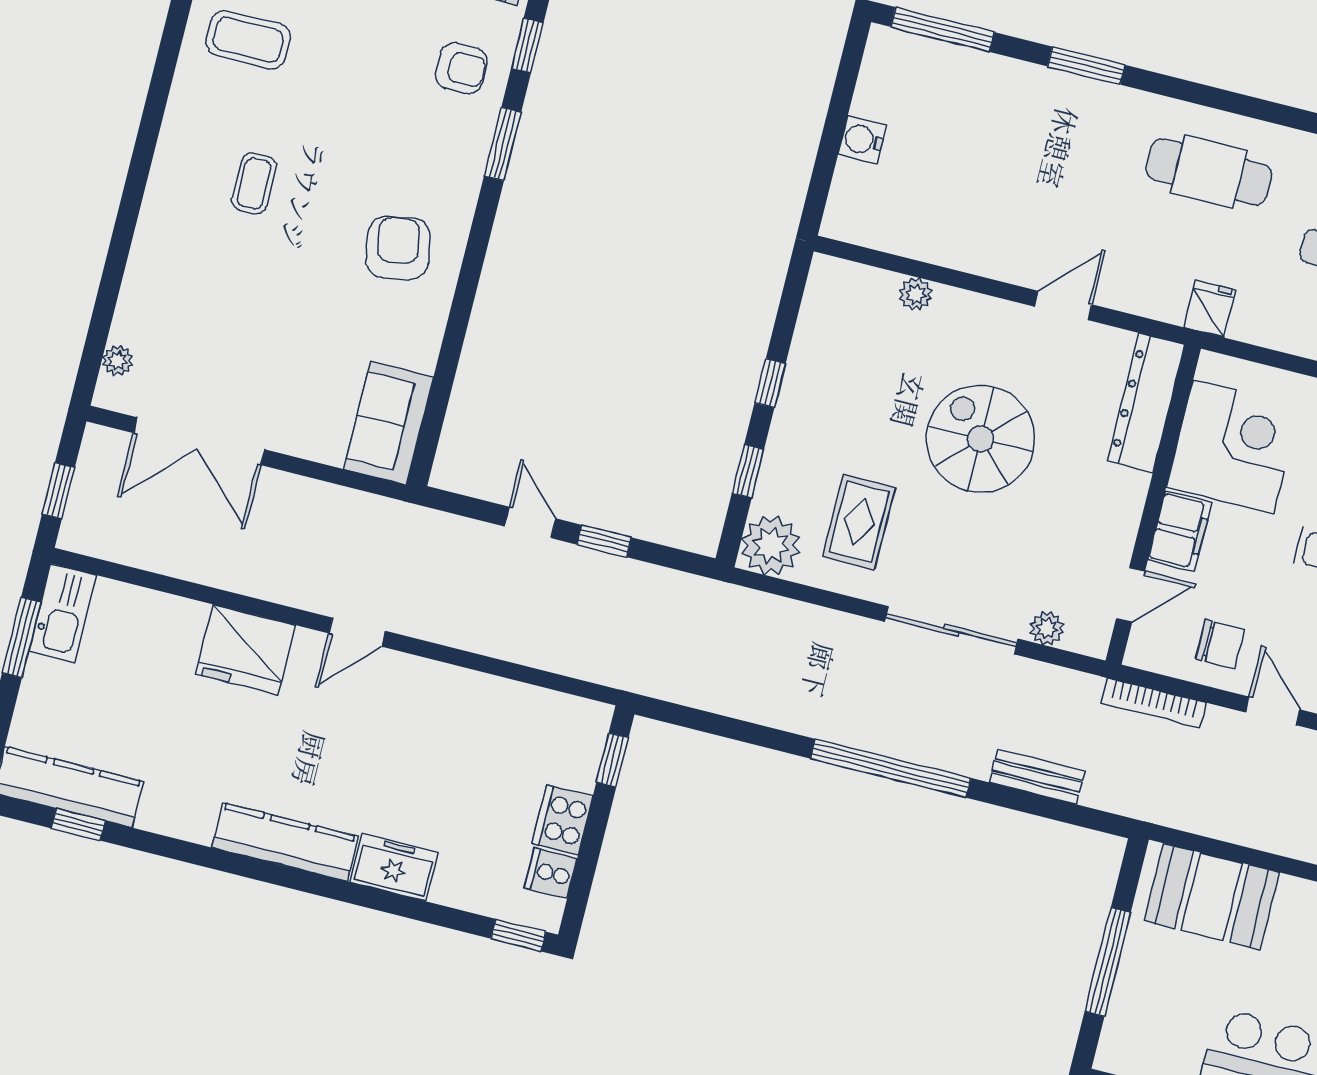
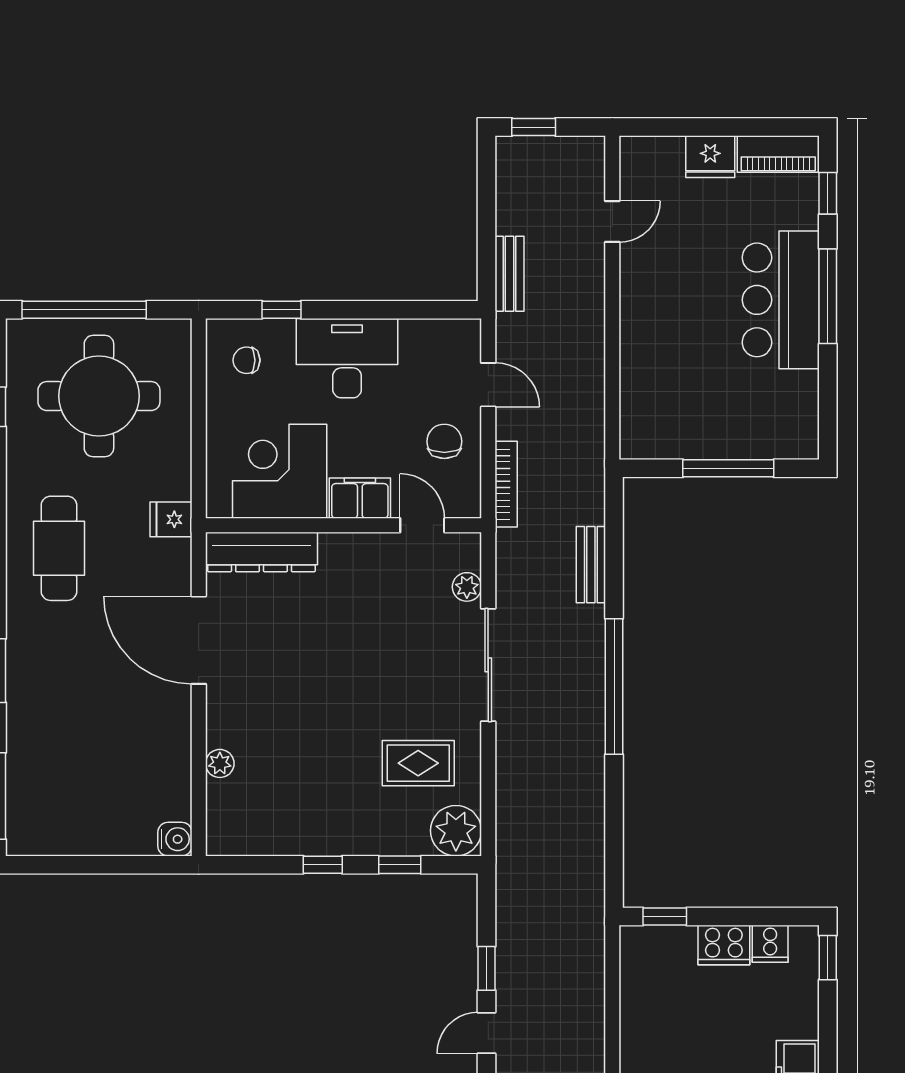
water cooler: (862, 140) -> (175, 839), moved, turned -90
door: (1063, 306) -> (199, 640), width x1.87
spiral stairs: (981, 439) -> (325, 680), removed
door: (1273, 711) -> (488, 385), swing flipped
booth: (1212, 897) -> (653, 396), removed

